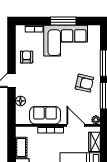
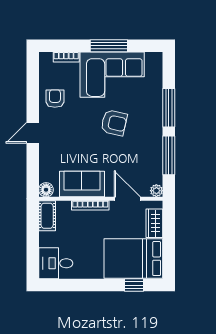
armchair: (84, 83) -> (114, 123), moved
floor lamp: (20, 101) -> (46, 190), moved
cot: (21, 147) -> (47, 216), moved

